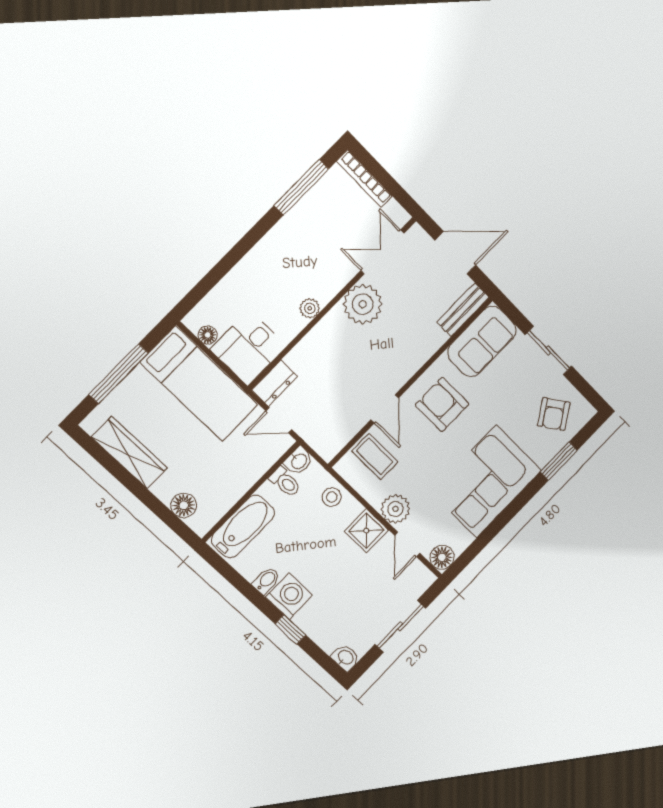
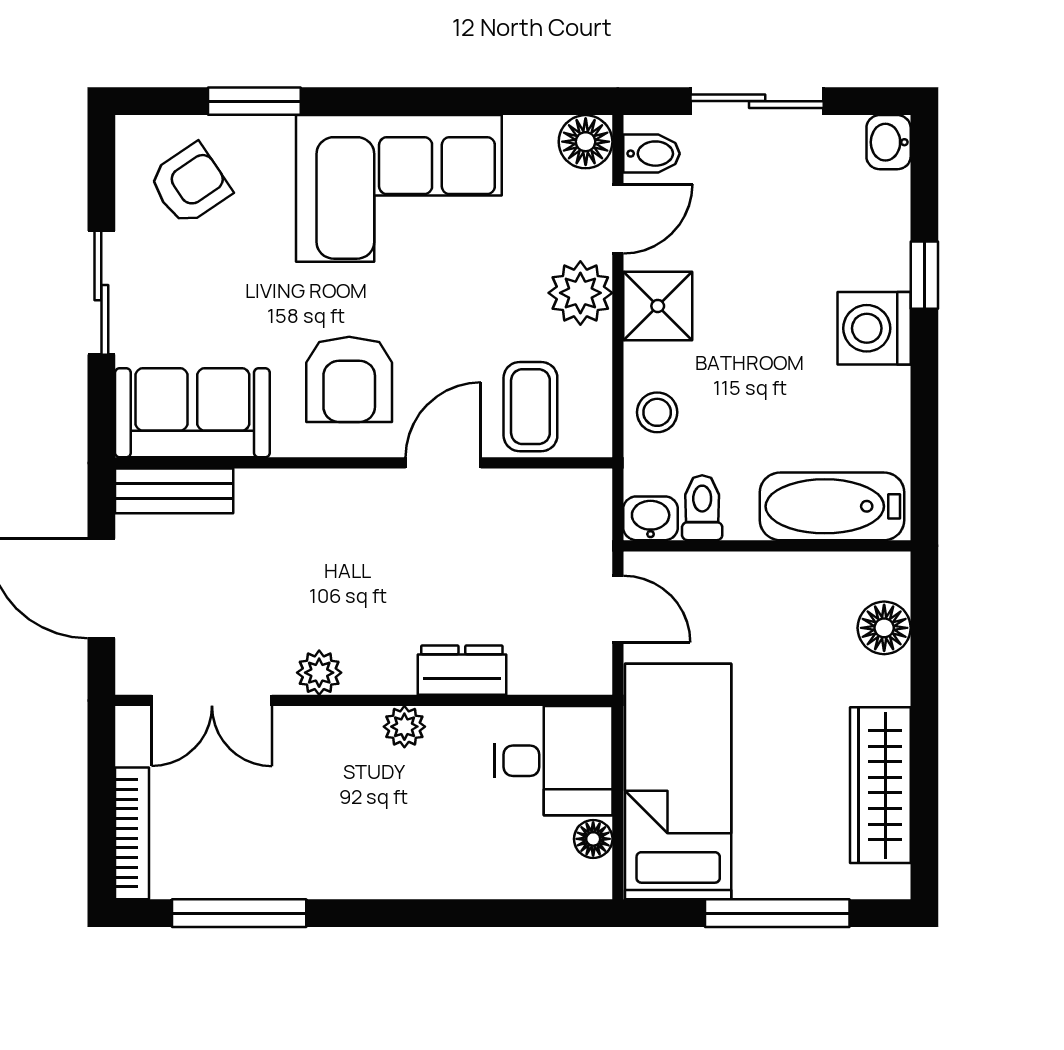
plant: (363, 304) -> (319, 673), width x0.53, depth x0.53
dresser: (274, 383) -> (462, 670), moved
bidet: (266, 581) -> (651, 154), moved, turned 180

